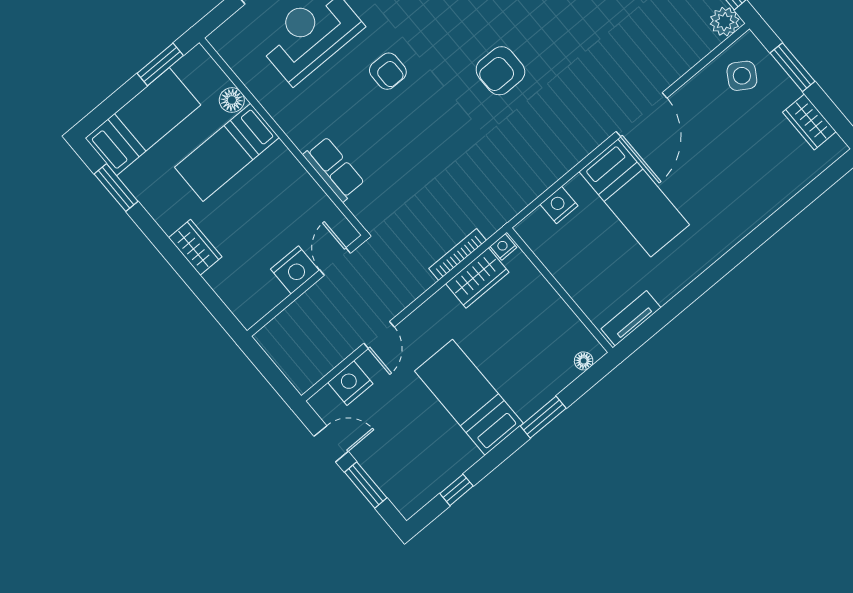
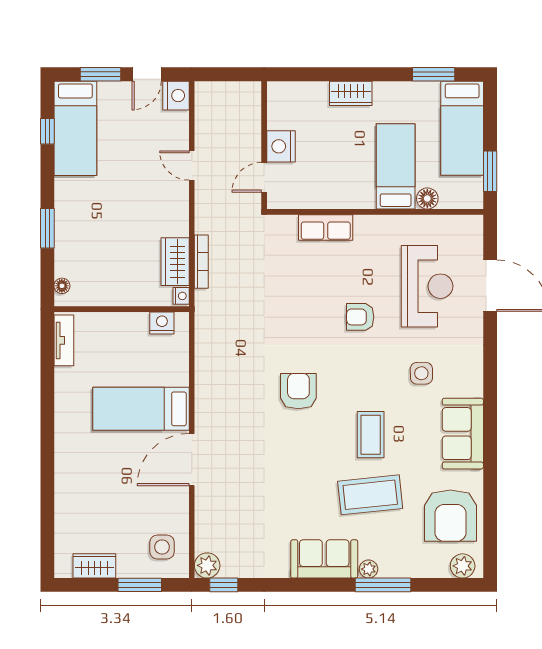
side table: (742, 76) -> (162, 547), turned -32
door: (642, 115) -> (192, 460), hinge flipped
nightstand: (559, 205) -> (162, 323), moved, turned -90
door: (335, 262) -> (264, 177), swing flipped
nightstand: (350, 383) -> (176, 96), moved
bed: (469, 397) -> (75, 128), moved, turned 90

